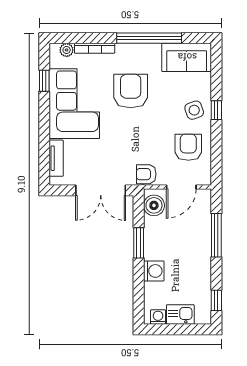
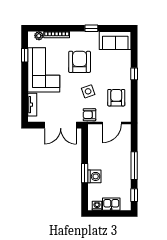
window: (149, 38) -> (91, 28), width x0.32
side table: (194, 110) -> (88, 91), moved
boiler: (154, 205) -> (94, 135), removed
window: (216, 235) -> (134, 166), moved
window: (139, 243) -> (85, 173), moved

